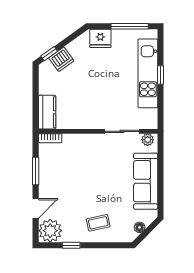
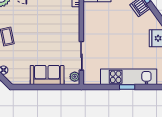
sofa: (146, 181) -> (47, 75), width x0.73

